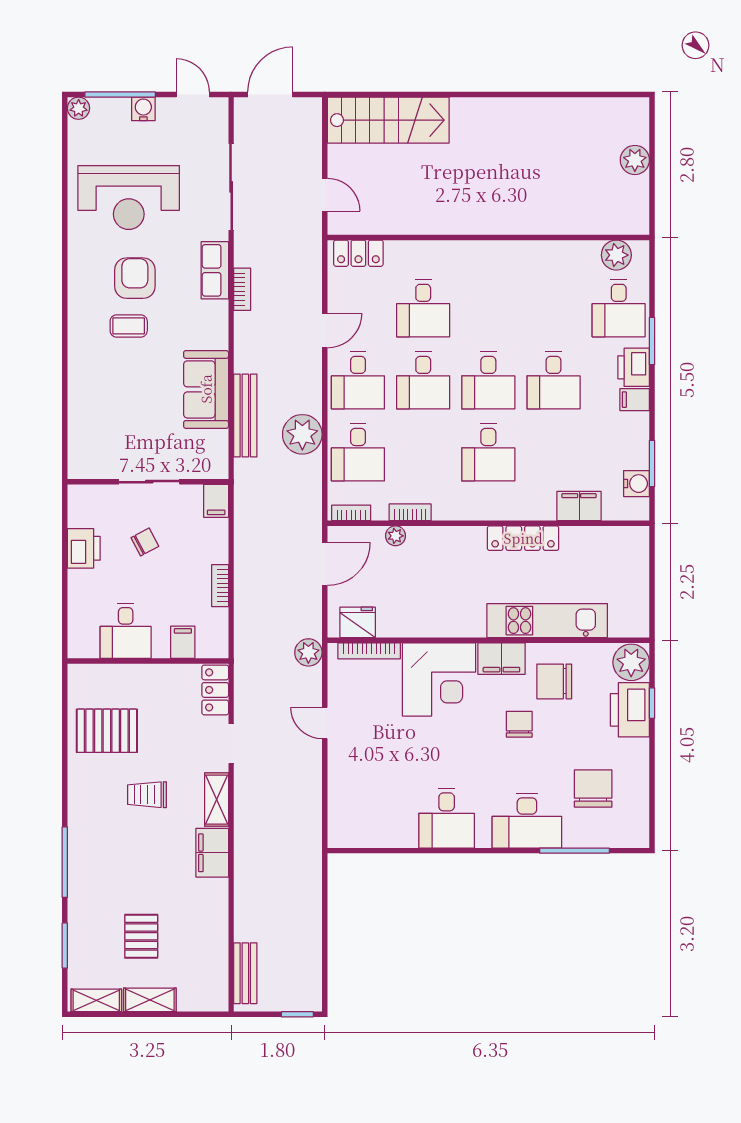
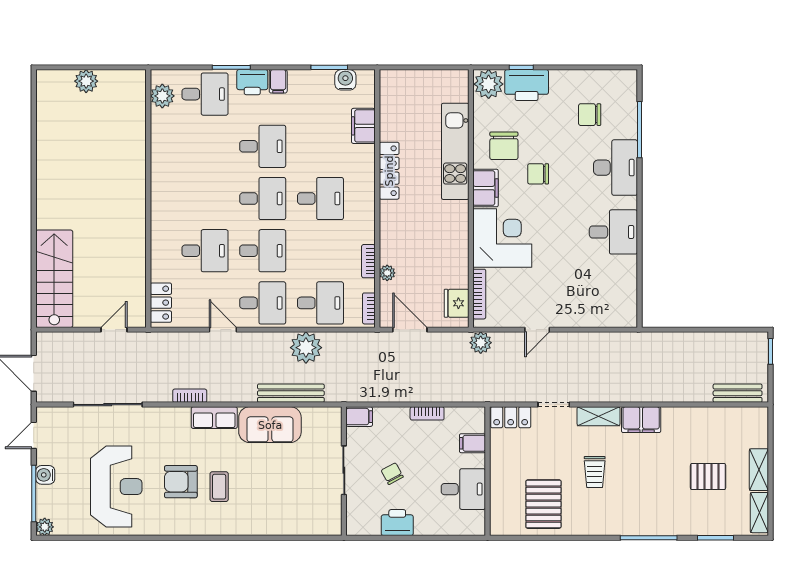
row of seats: (215, 270) -> (214, 418), moved
chair: (593, 788) -> (590, 115), width x0.73, depth x0.73

